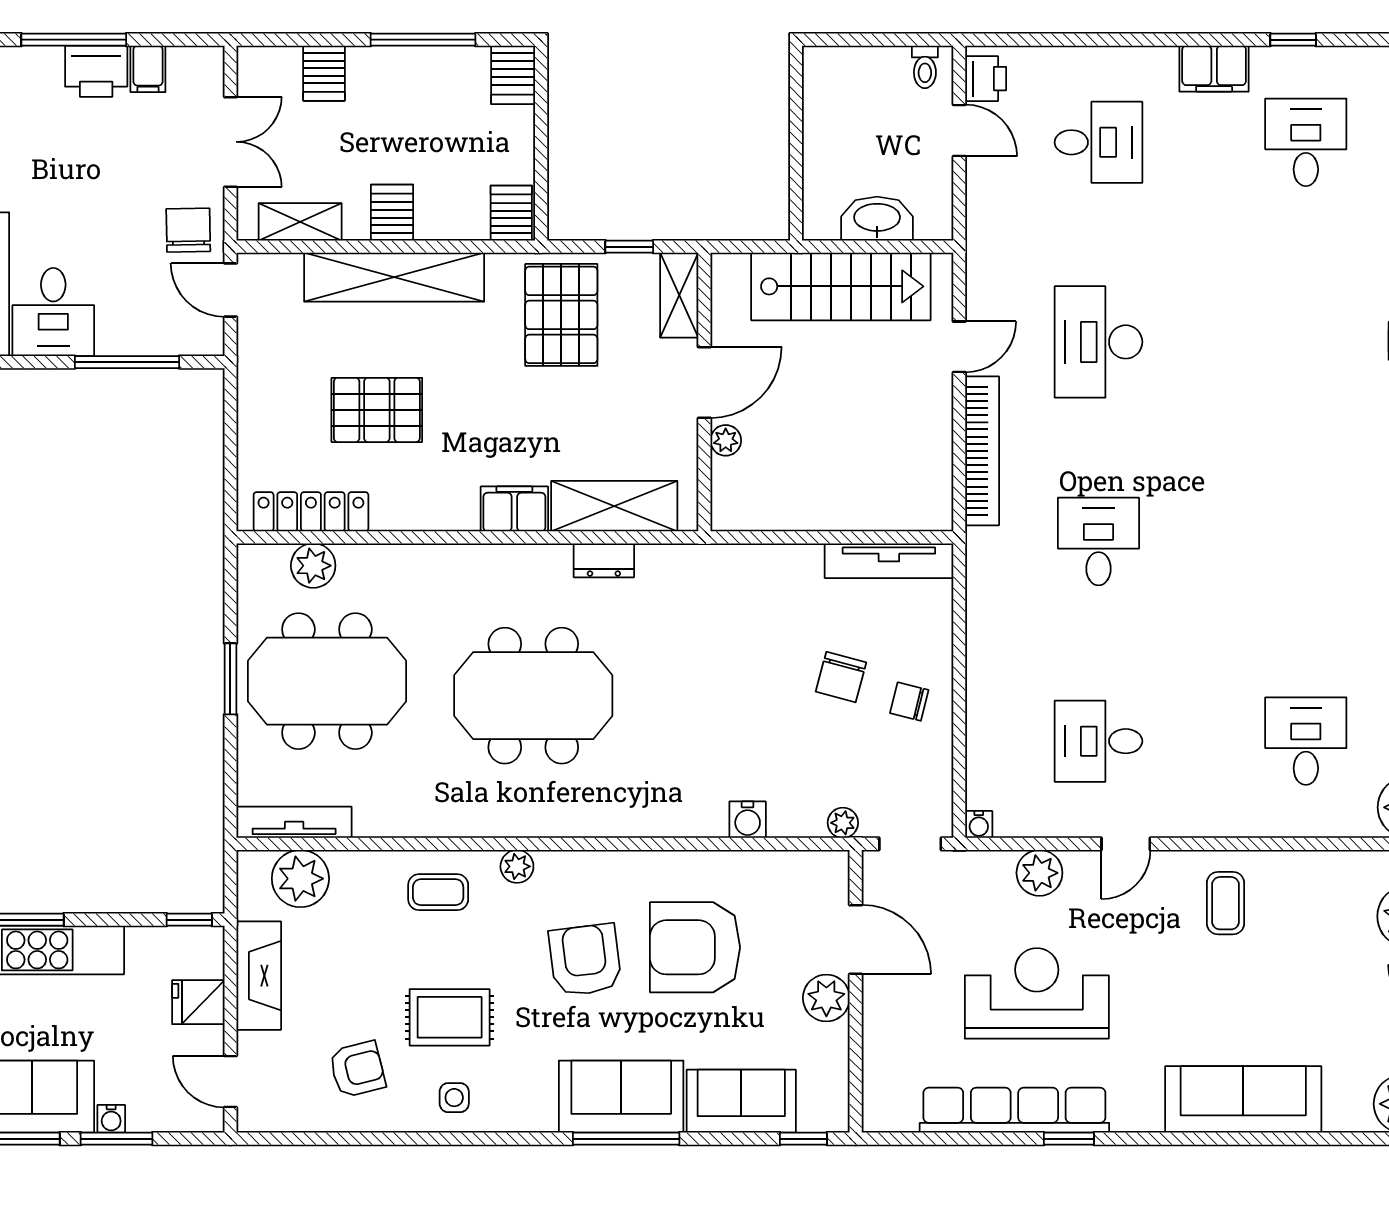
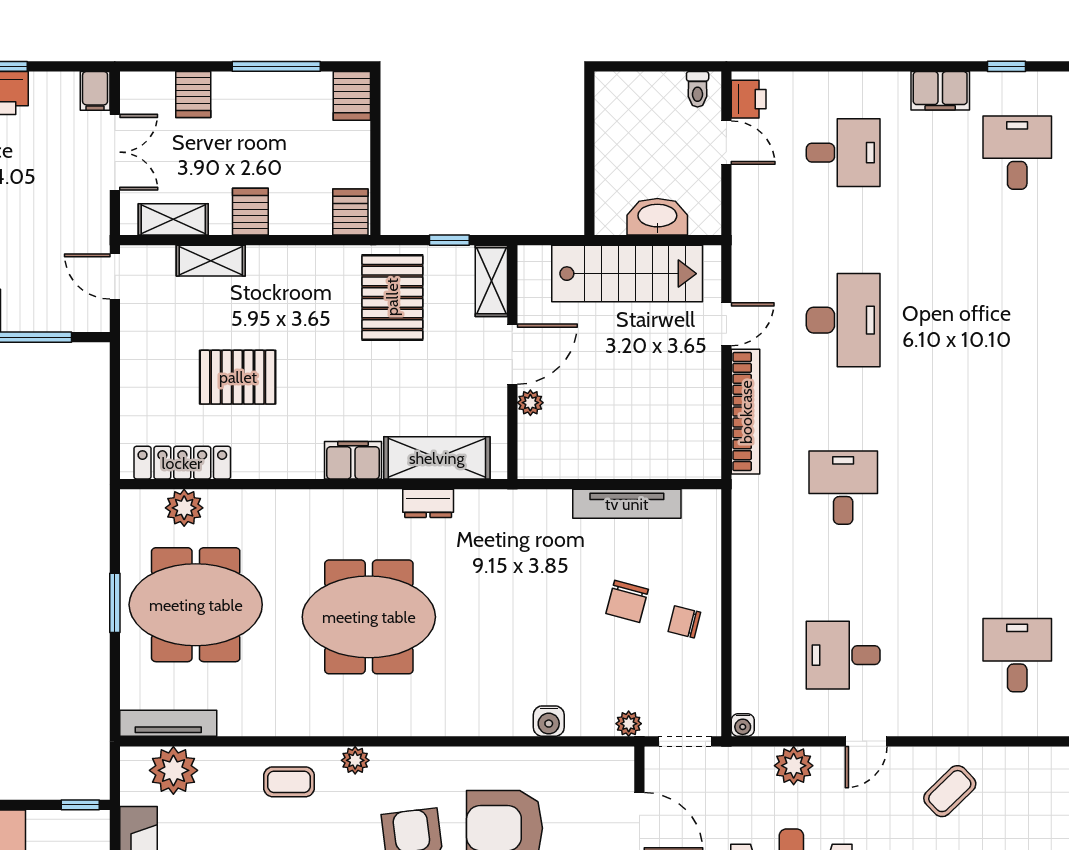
filing cabinet: (148, 69) -> (95, 91), moved
chair: (188, 230) -> (79, 226), removed
shelving: (394, 277) -> (211, 261), width x0.45, depth x0.75
desk: (1098, 342) -> (843, 320), turned 180
tv unit: (889, 561) -> (627, 504), moved
coffee table: (1225, 903) -> (950, 791), turned 46

